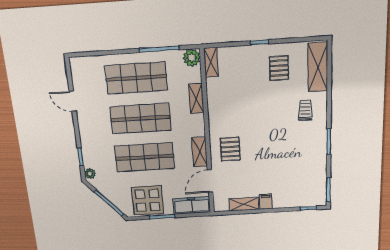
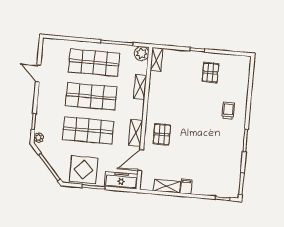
shelving: (318, 67) -> (242, 77), removed

